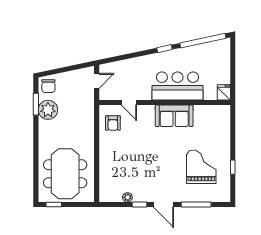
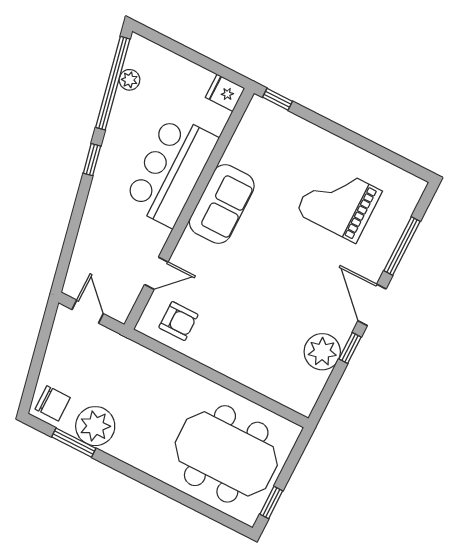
plant: (208, 47) -> (129, 80), added
window: (233, 167) -> (277, 99), moved
plant: (127, 197) -> (322, 352), width x1.87, depth x1.87
door: (163, 205) -> (372, 305), swing flipped

